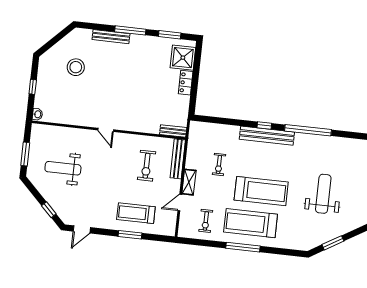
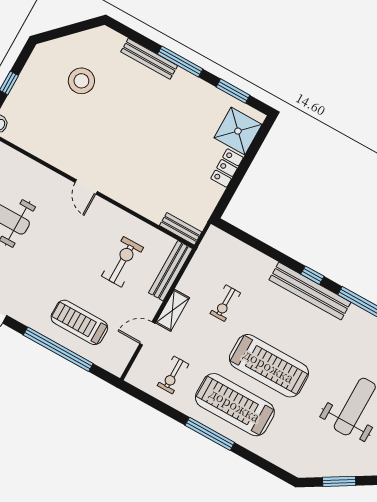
exercise bike: (147, 166) -> (122, 262), turned 180
window: (130, 235) -> (58, 349), width x2.11

